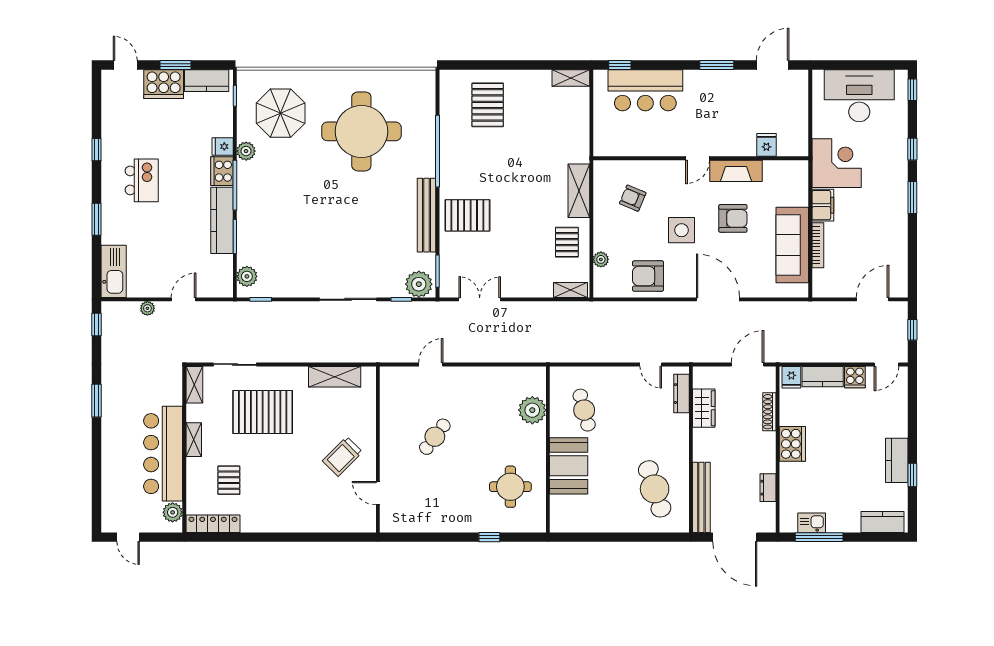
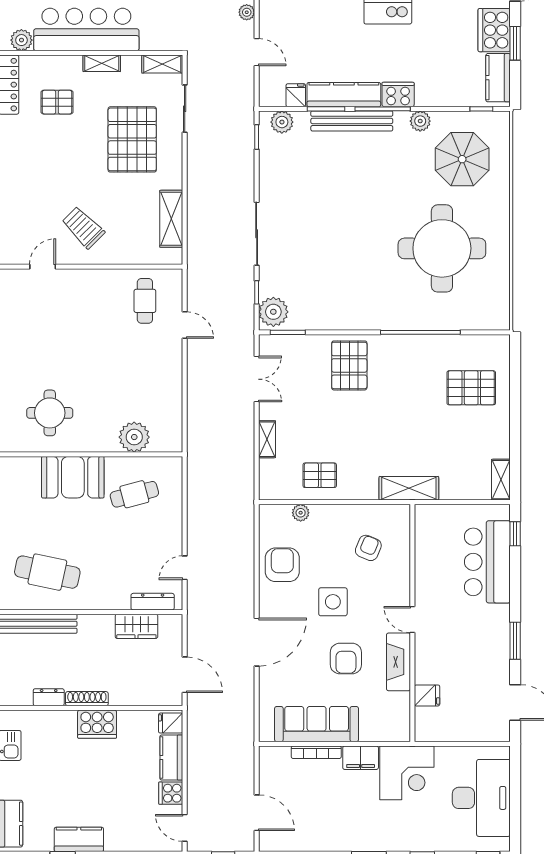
fridge: (223, 146) -> (296, 95), moved
shelving: (579, 191) -> (409, 488), moved
bench: (427, 215) -> (352, 121), moved
shelving: (571, 290) -> (267, 439), moved
shoe rack: (769, 412) -> (87, 699), moved
cafe table: (435, 437) -> (145, 301), moved, turned 53
cafe table: (655, 489) -> (47, 572), turned 30

